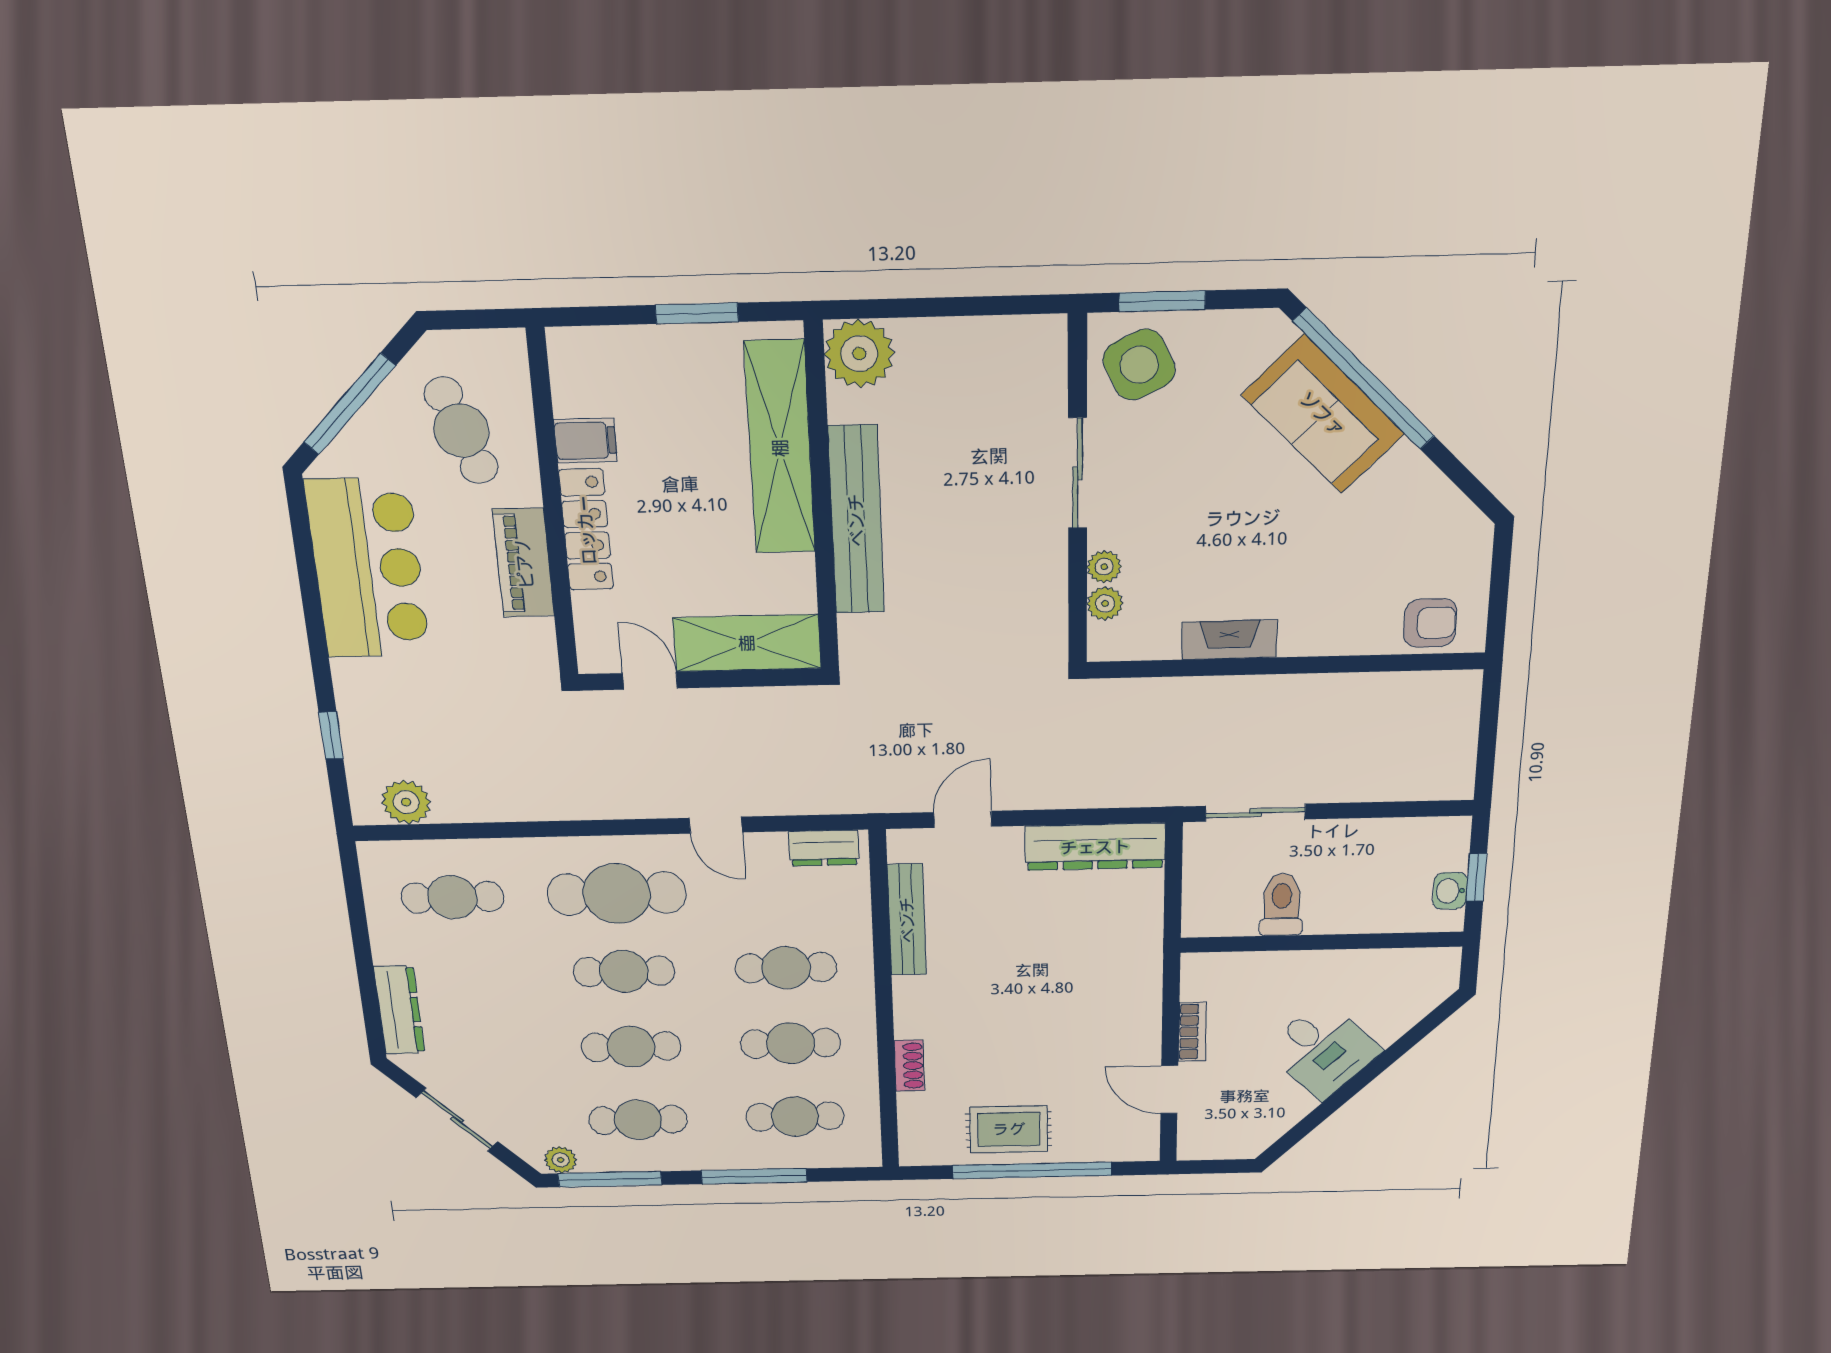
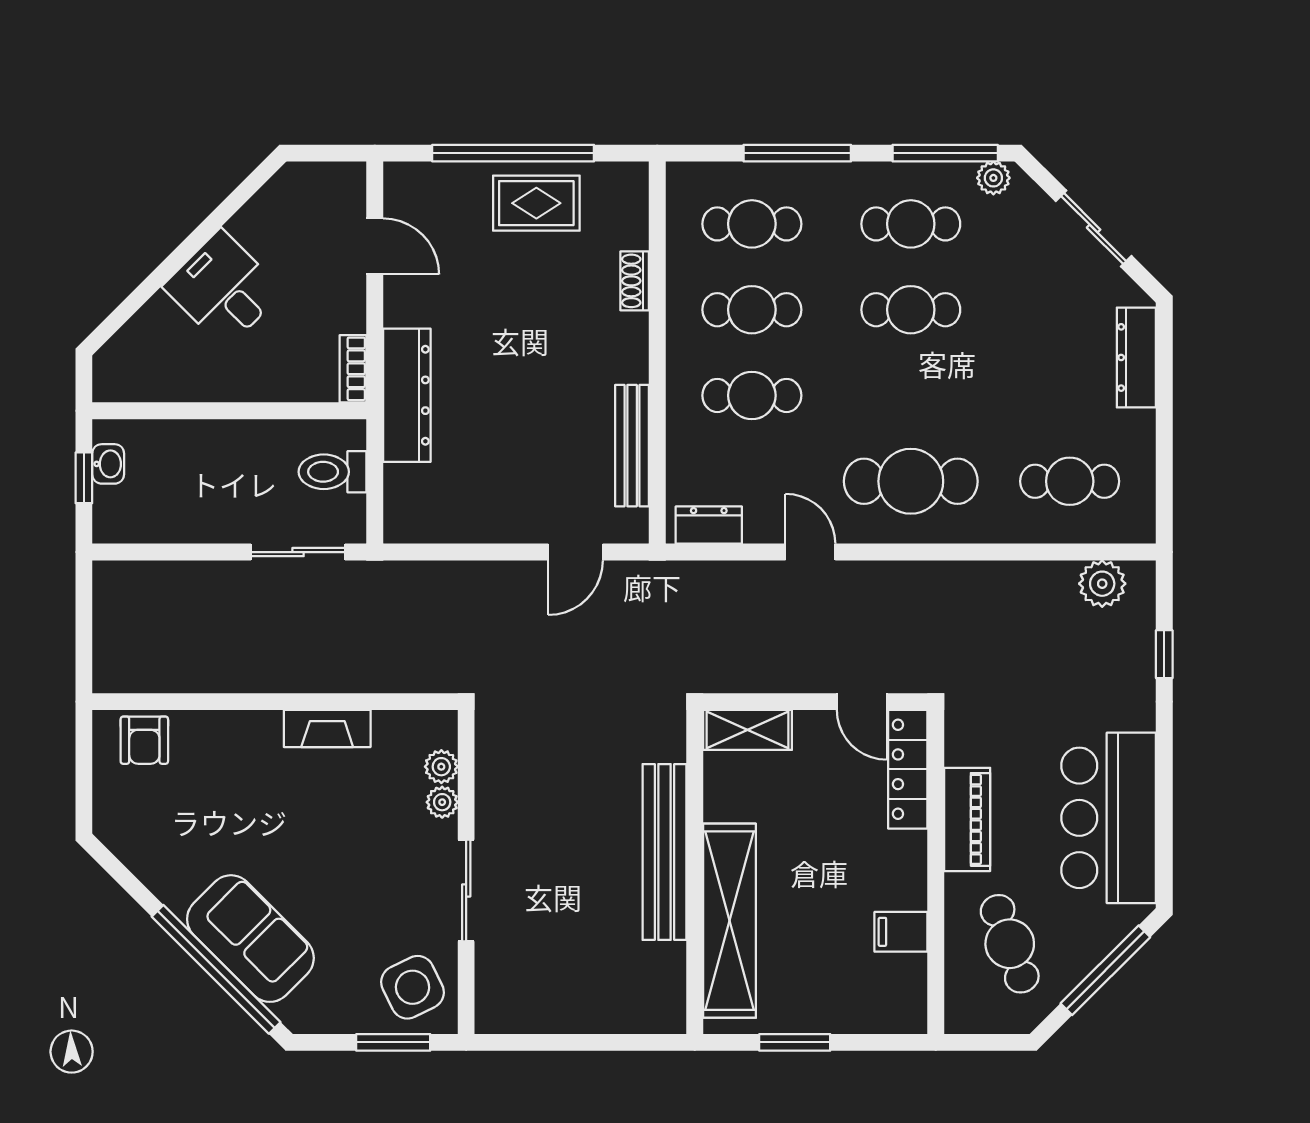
plant: (859, 354) -> (656, 1003), removed
locker: (586, 530) -> (908, 769), moved
armchair: (1430, 623) -> (144, 740), turned -90
shelving: (747, 643) -> (747, 730), width x0.67, depth x0.75
dresser: (1095, 847) -> (407, 395), moved, turned 90
toilet: (1282, 905) -> (333, 472), moved, turned 90
cafe table: (624, 971) -> (911, 395), removed
bookcase: (1192, 1032) -> (353, 369), moved

